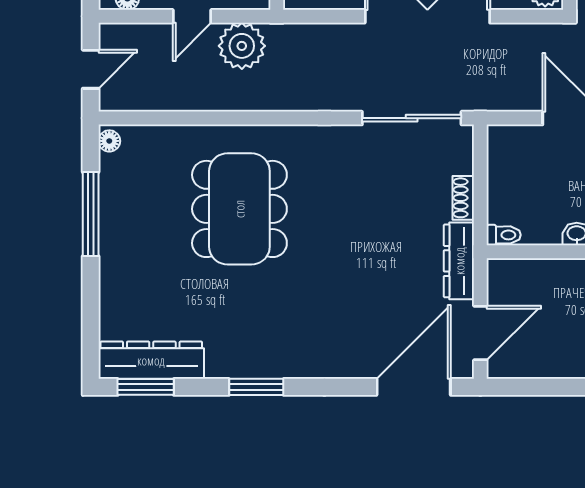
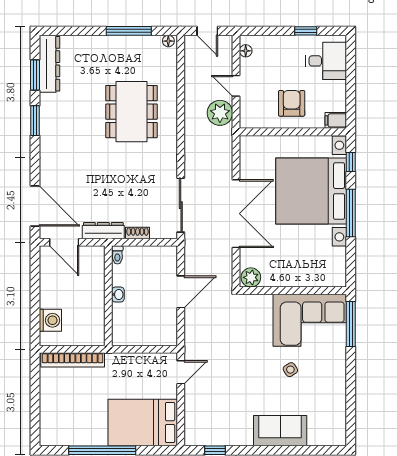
dining table: (239, 209) -> (131, 112), turned 90
window: (146, 387) -> (35, 75), moved

